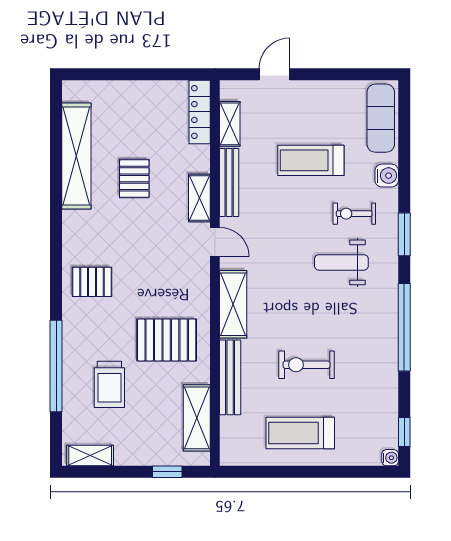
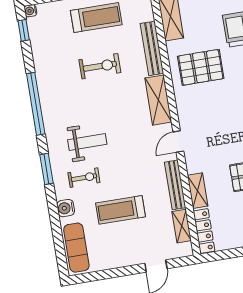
treadmill: (311, 160) -> (121, 210), turned 180
shelving: (199, 198) -> (198, 191), moved
door: (215, 242) -> (178, 142), hinge flipped

